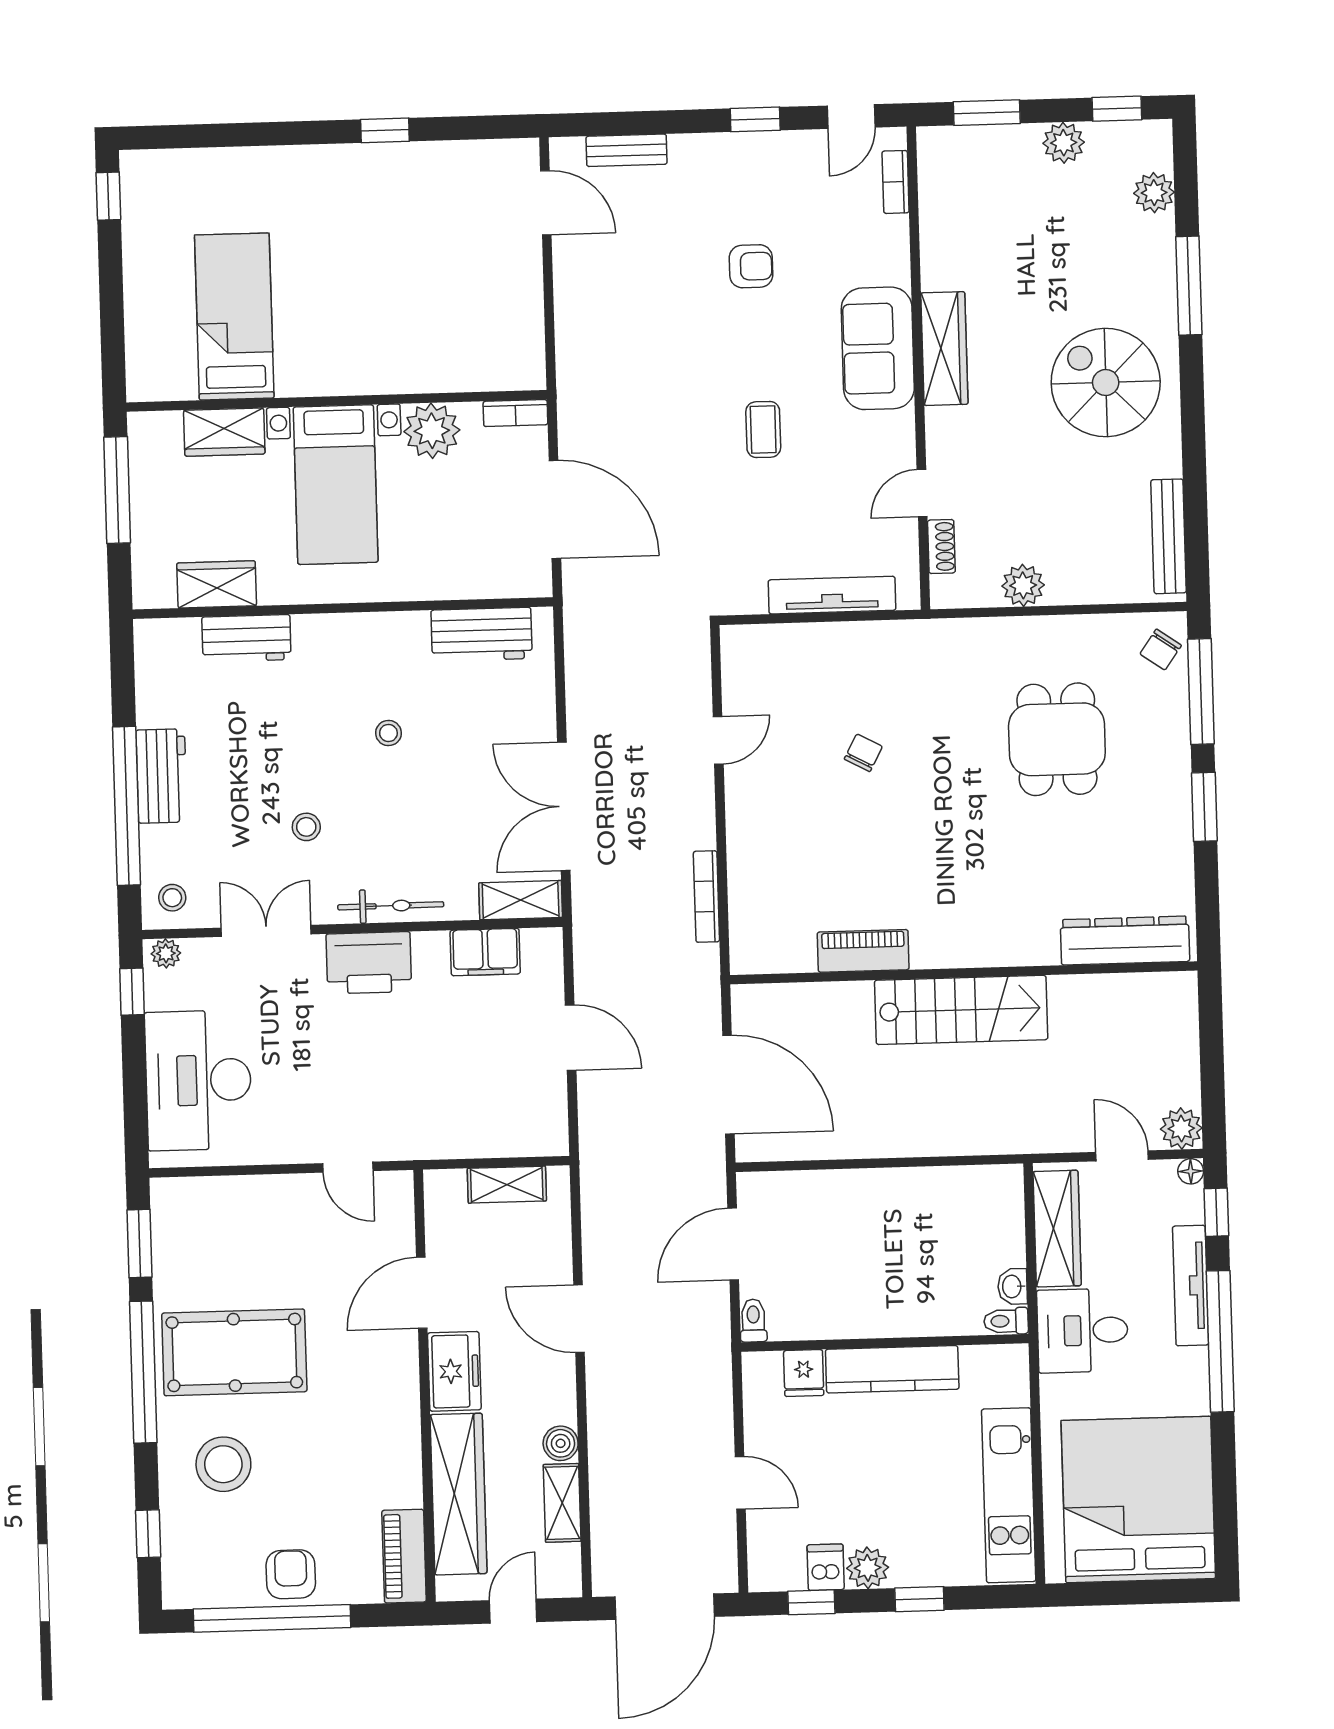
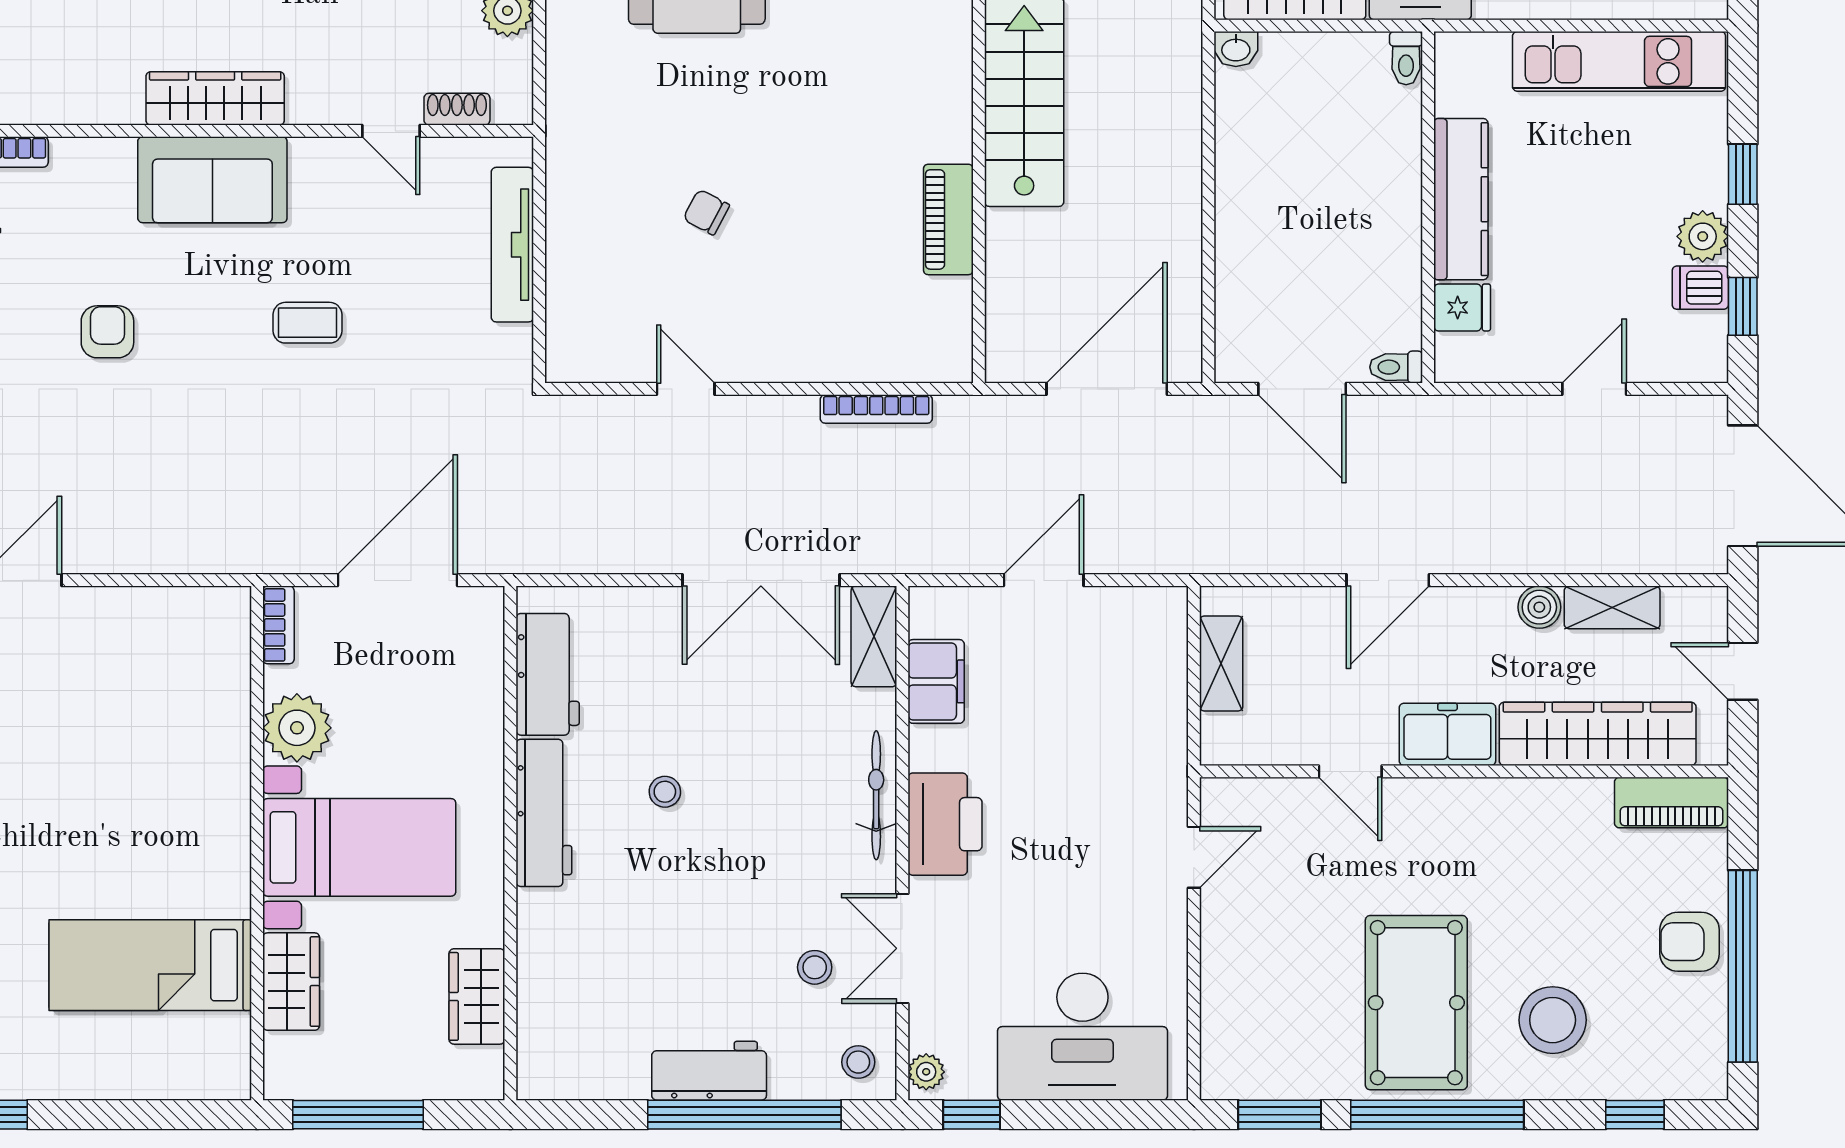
workbench: (246, 638) -> (544, 813), moved, width x1.38
stool: (306, 827) -> (815, 967), moved
washbasin: (1013, 1286) -> (1236, 49), moved
door: (422, 1293) -> (1350, 771), width x0.73

